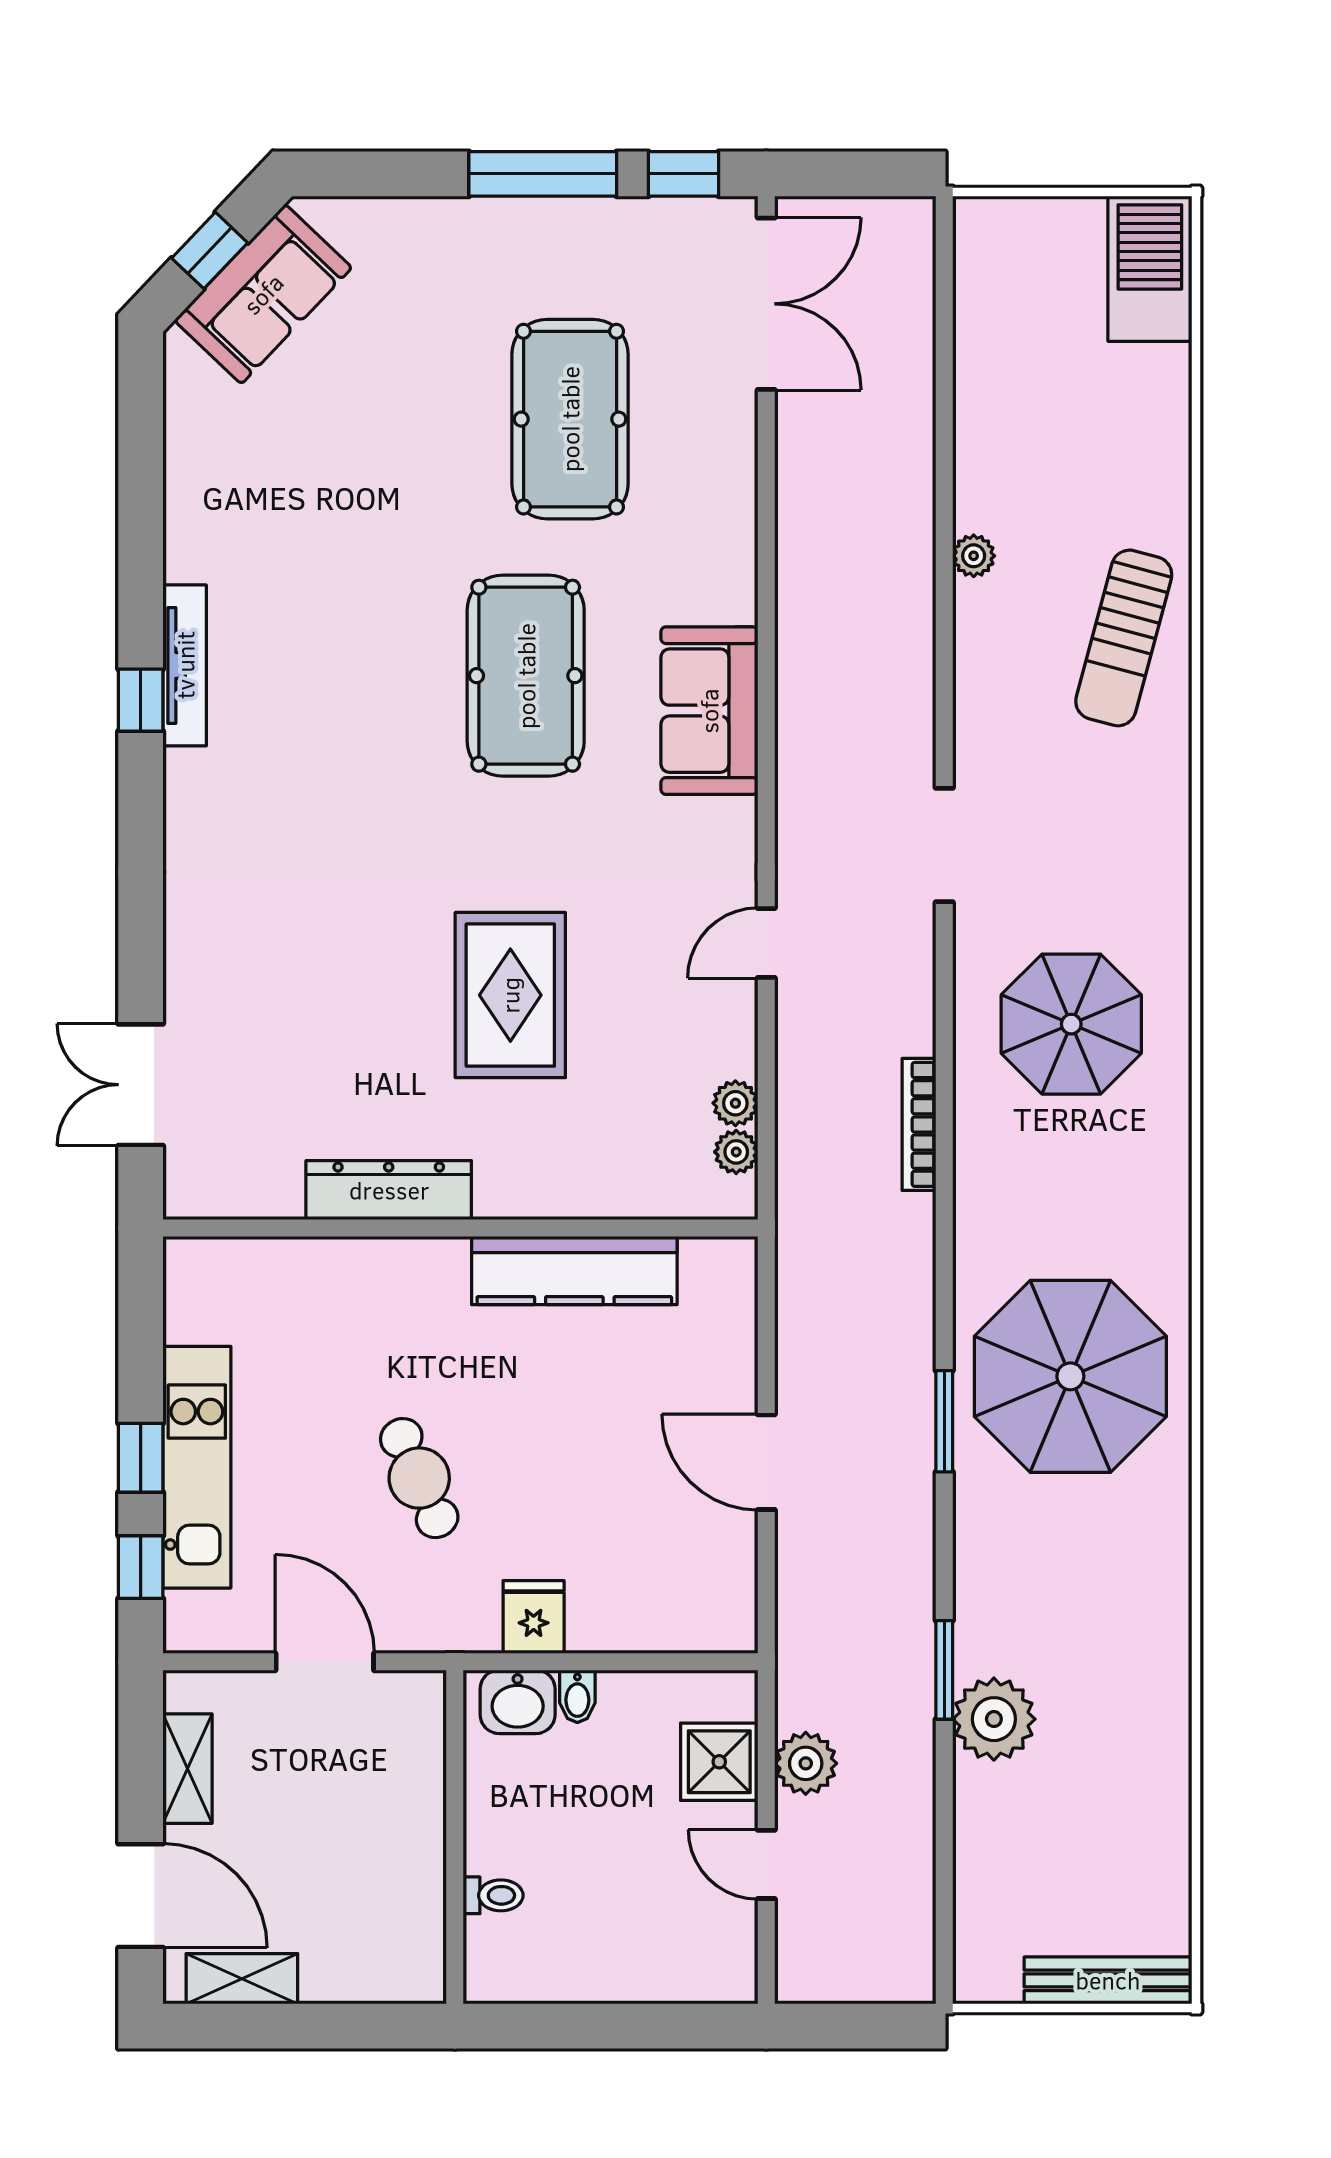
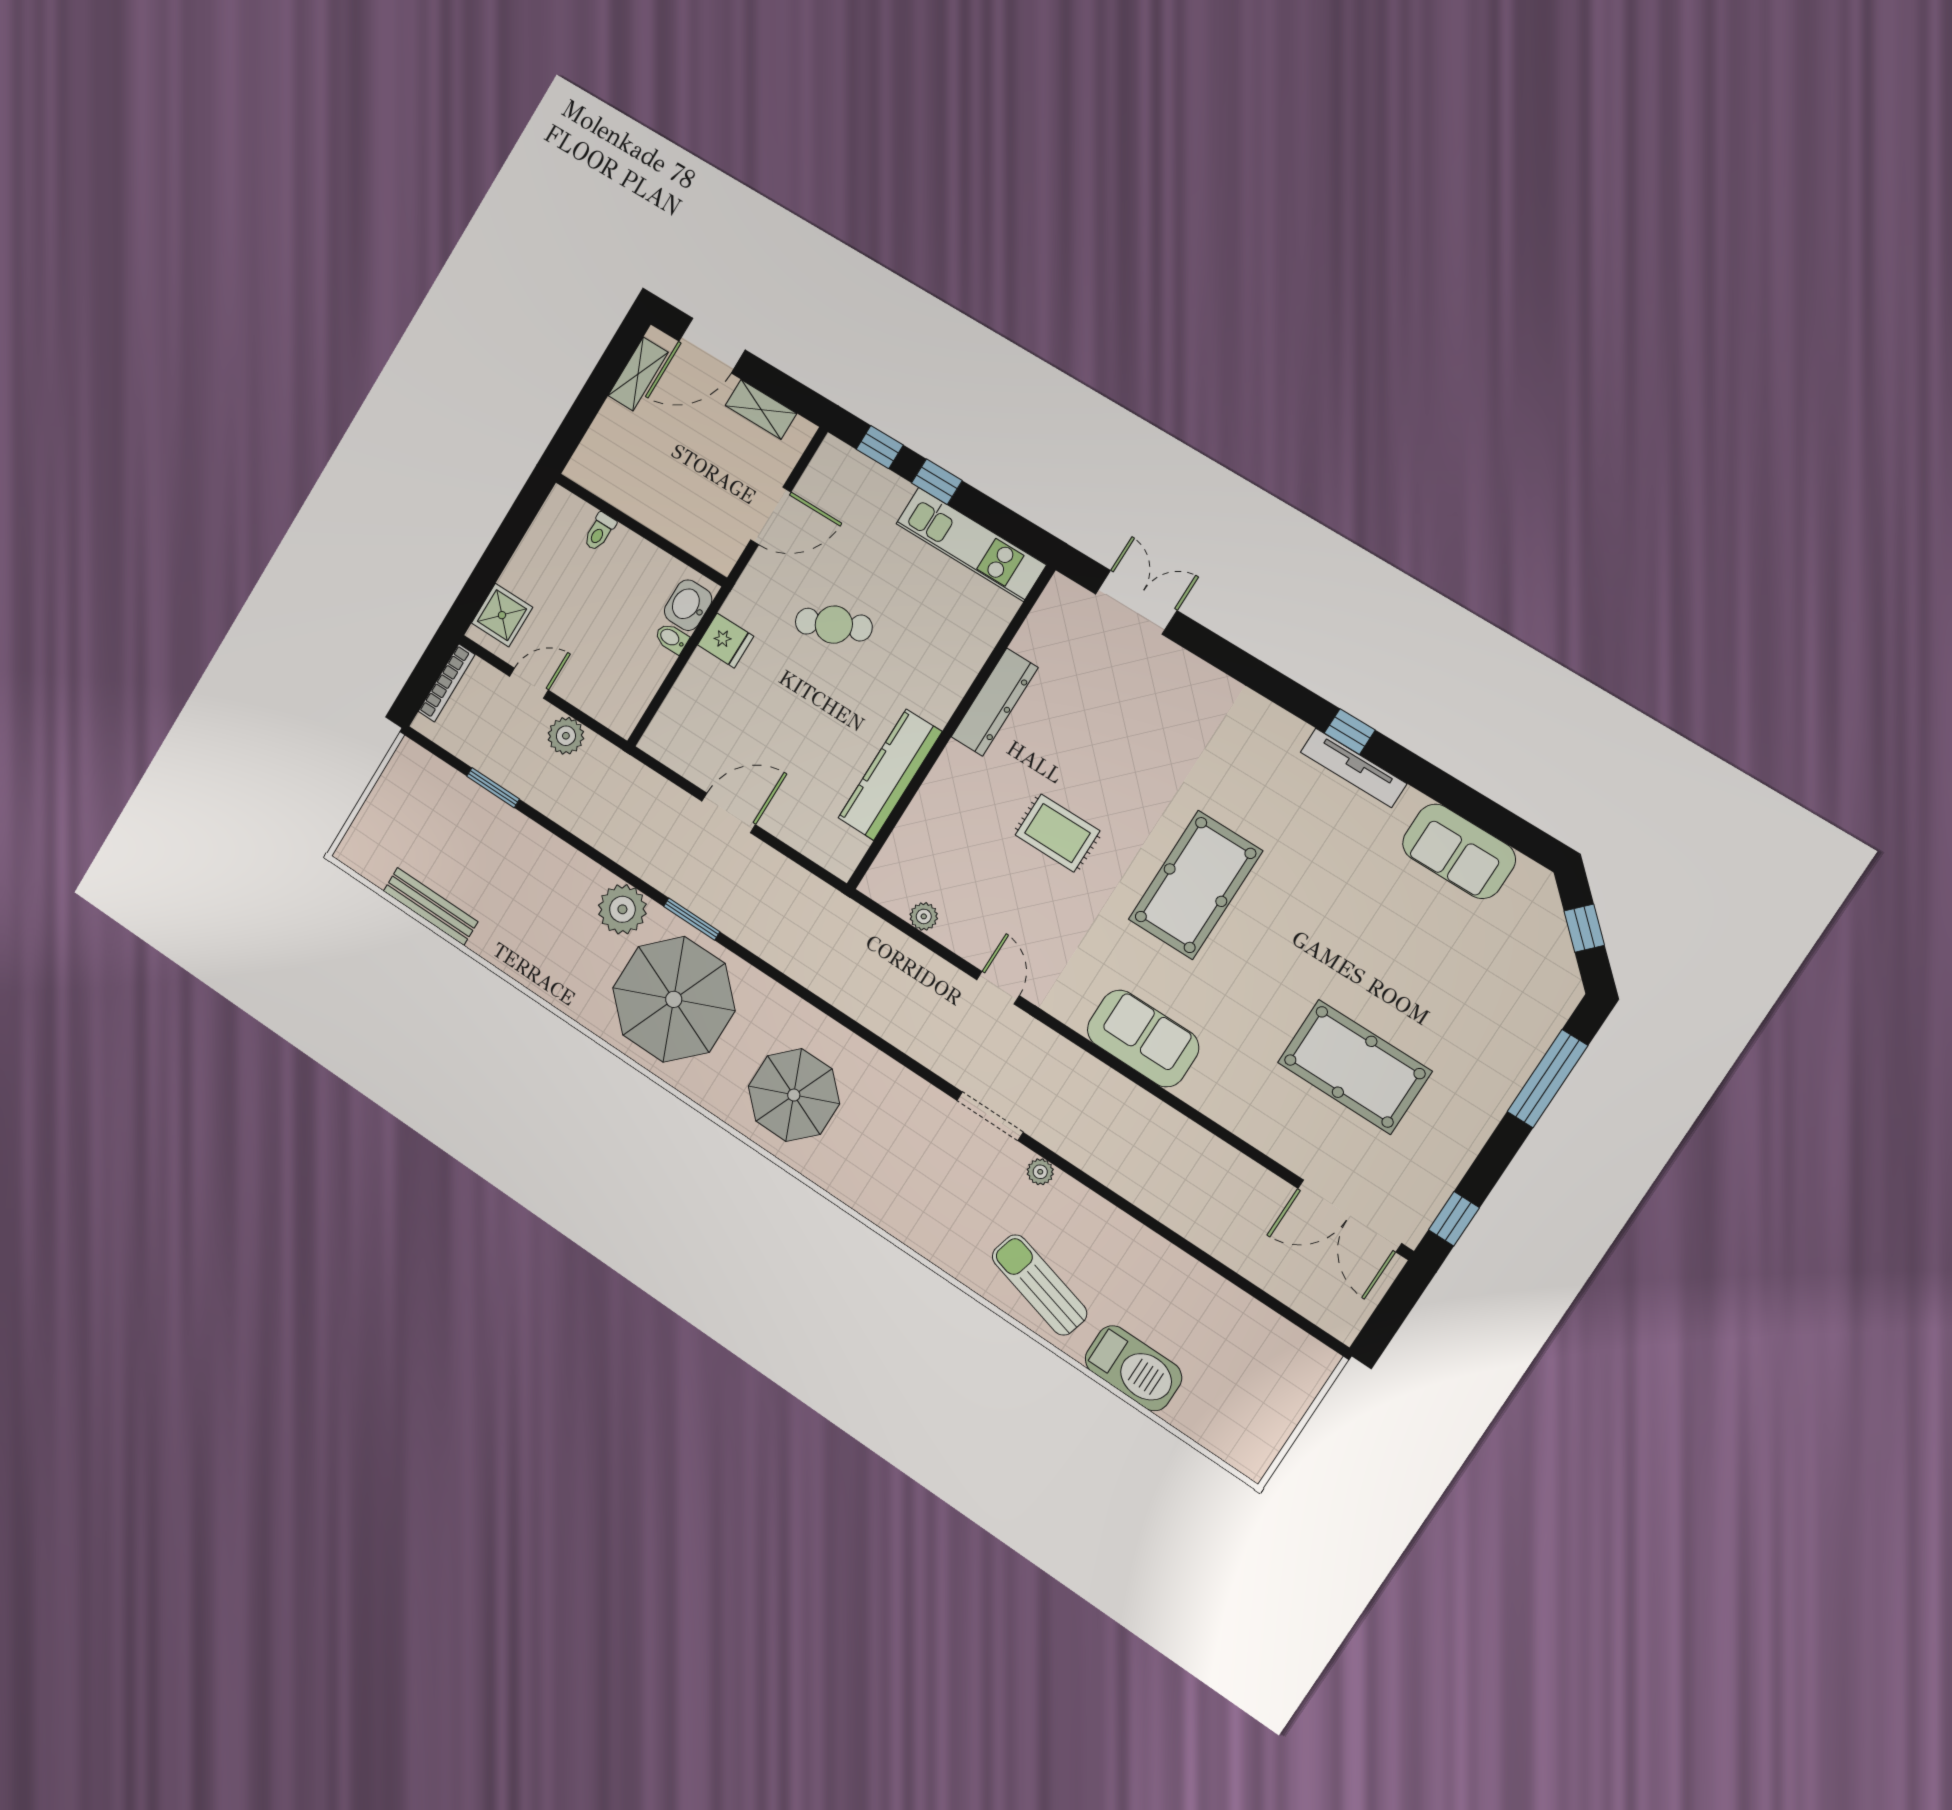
window: (543, 174) -> (1547, 1079), moved
barbecue: (1150, 269) -> (1133, 1368), moved
sofa: (263, 294) -> (1459, 851), moved, turned -44
plant: (974, 556) -> (1040, 1172), moved
pool table: (526, 676) -> (1195, 885), moved, turned 90
rug: (510, 995) -> (1057, 833), width x0.73, depth x0.70
parasol: (1071, 1024) -> (794, 1095), moved
bookcase: (919, 1124) -> (447, 683), moved, turned 90
plant: (736, 1152) -> (898, 900), removed
kitchen unit: (197, 1467) -> (971, 544), moved
window: (944, 1670) -> (493, 788), moved
plant: (994, 1719) -> (622, 909), moved
shower: (719, 1762) -> (502, 615), moved
bench: (1108, 1980) -> (431, 906), moved, turned 90

